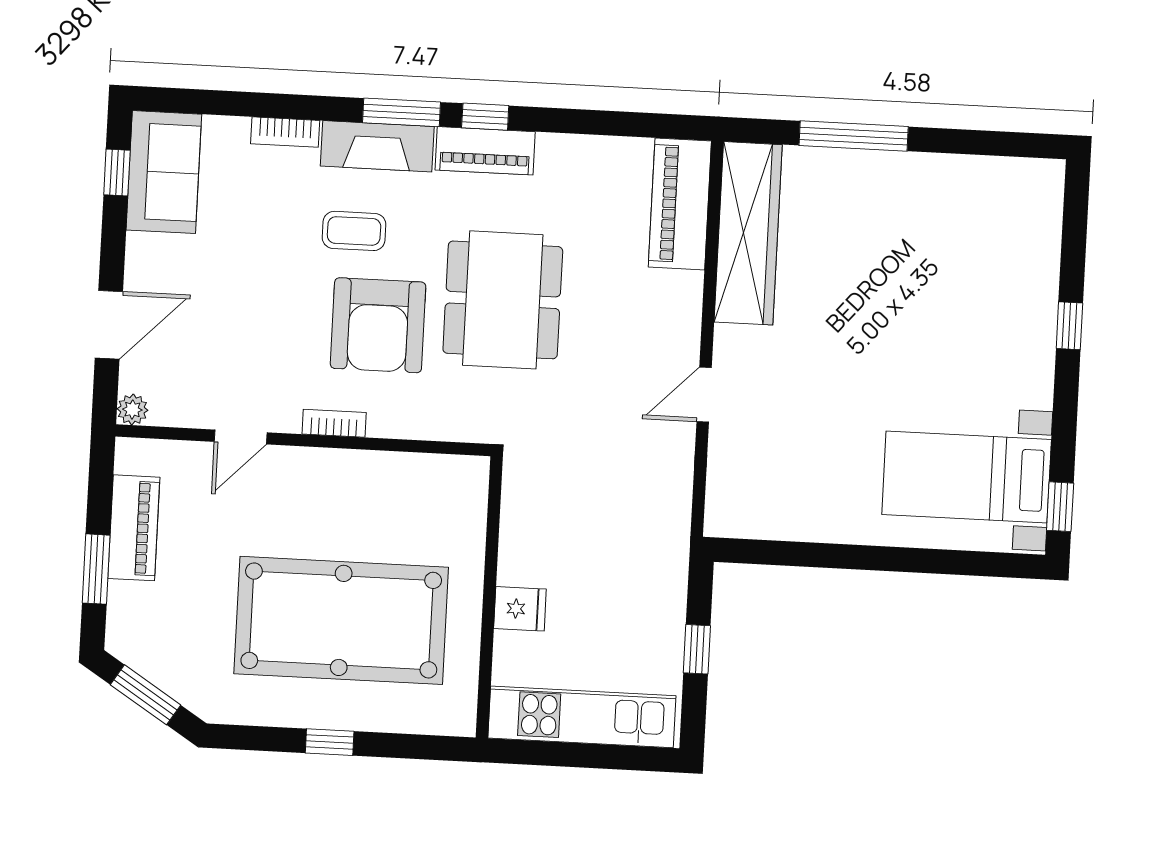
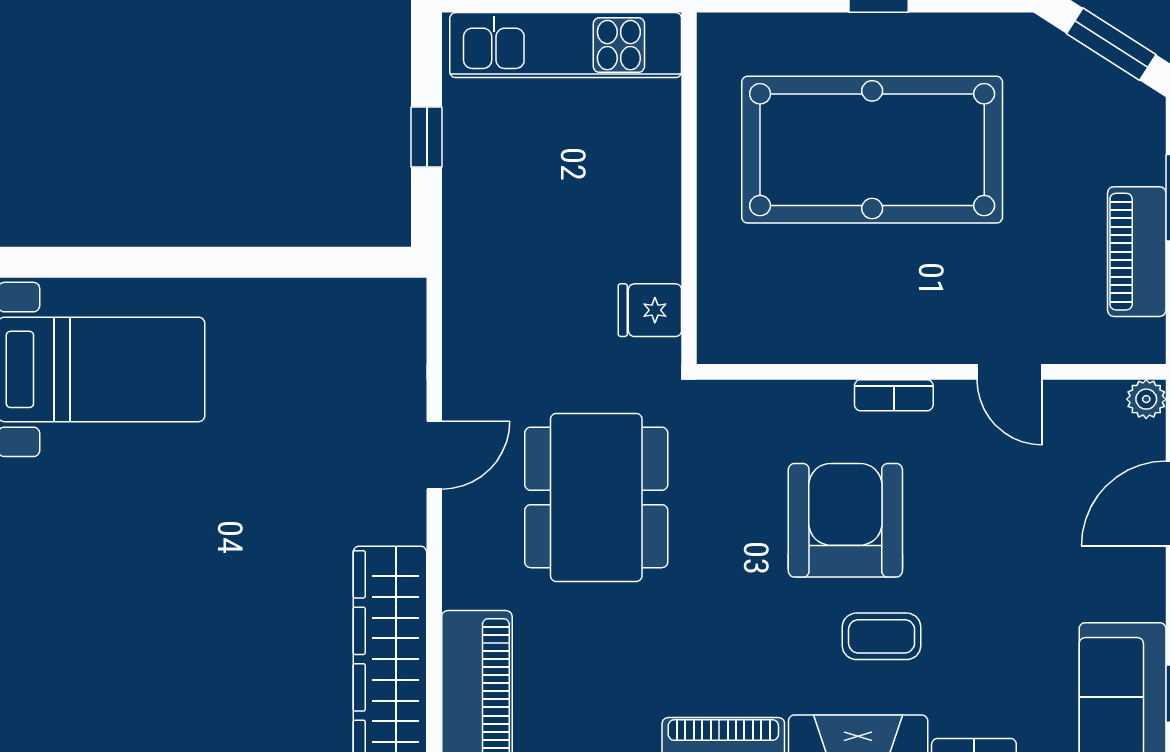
dining table: (503, 300) -> (596, 497), moved
door: (241, 437) -> (1009, 372), swing flipped
fridge: (520, 609) -> (650, 310), moved

